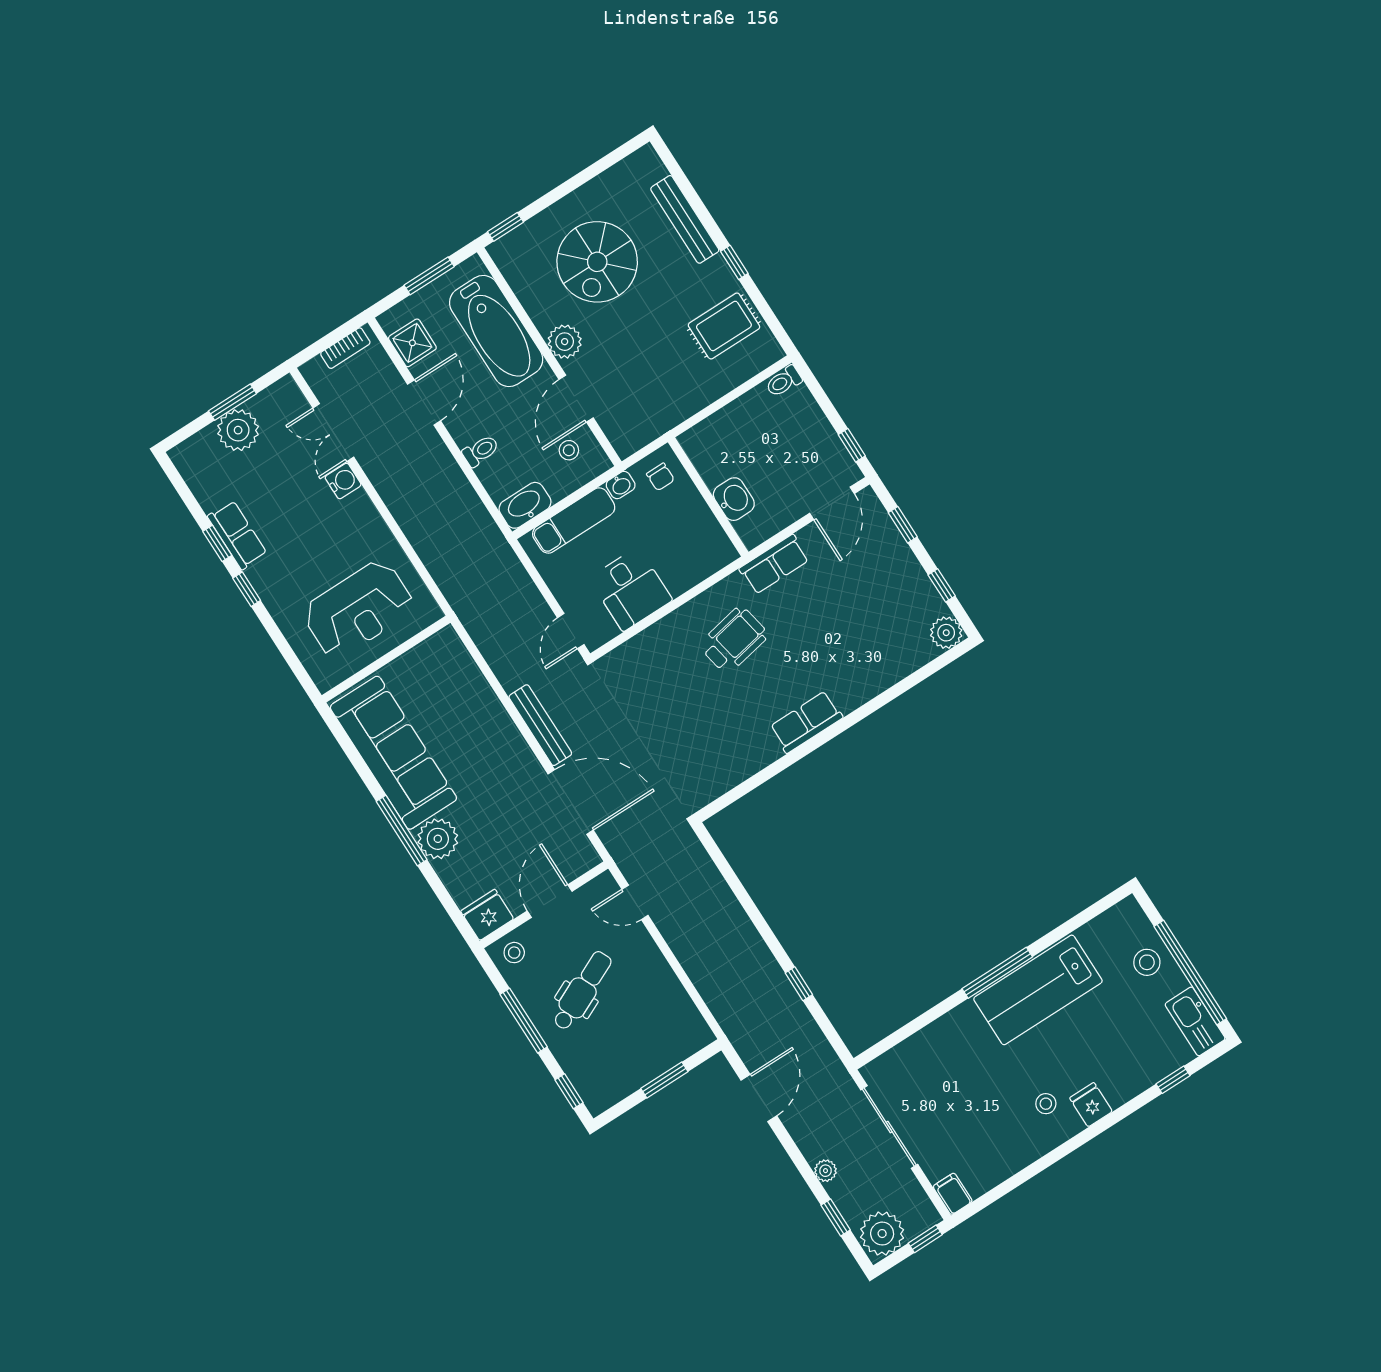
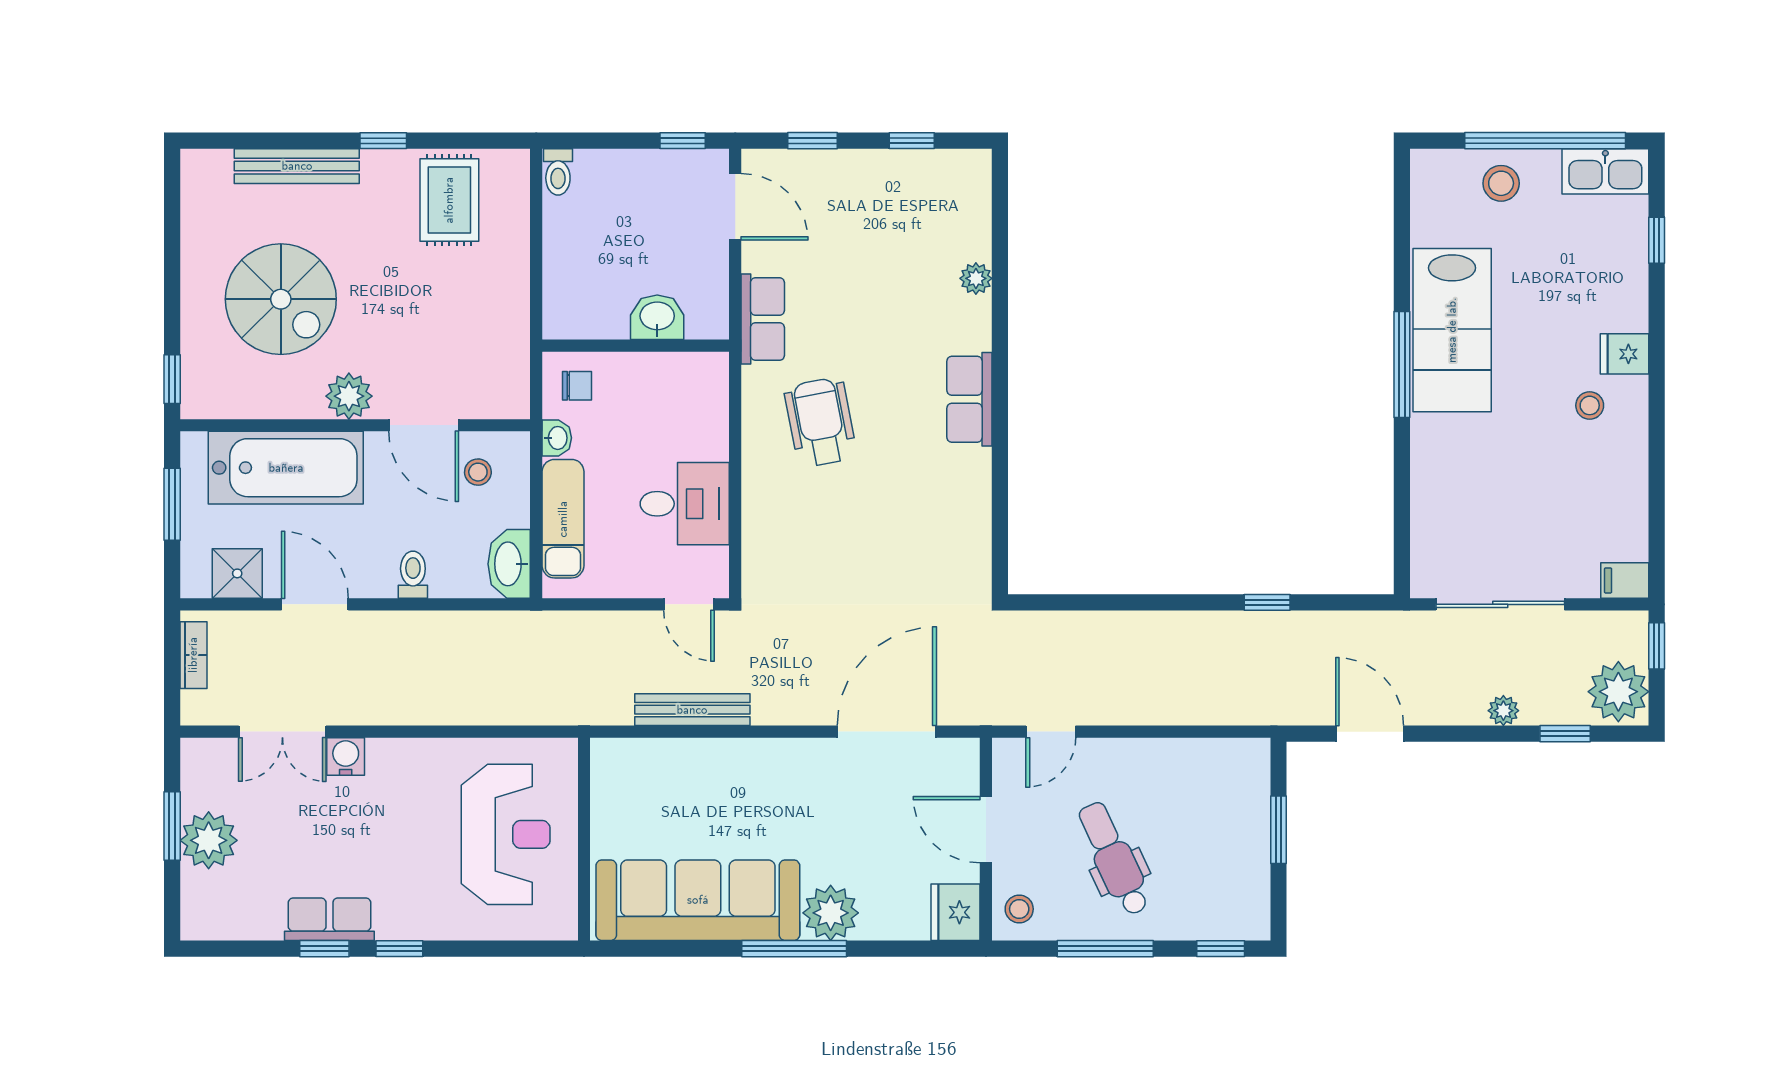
plant: (946, 633) -> (976, 278), moved, width x0.73, depth x0.73
bench: (540, 725) -> (692, 710), moved

